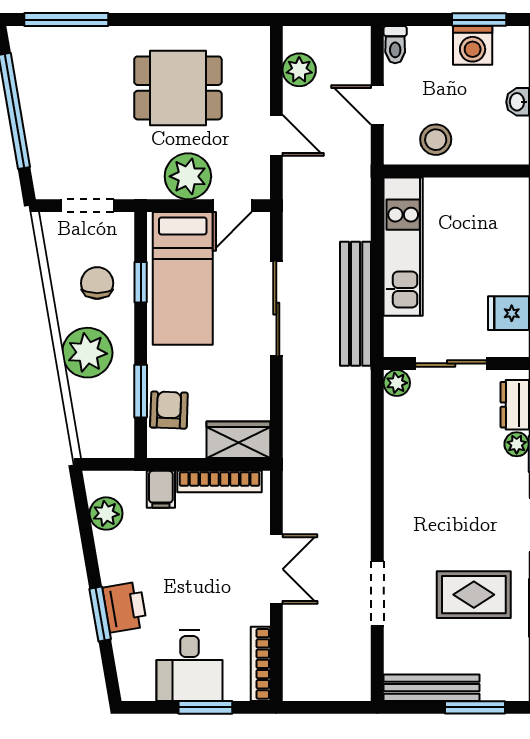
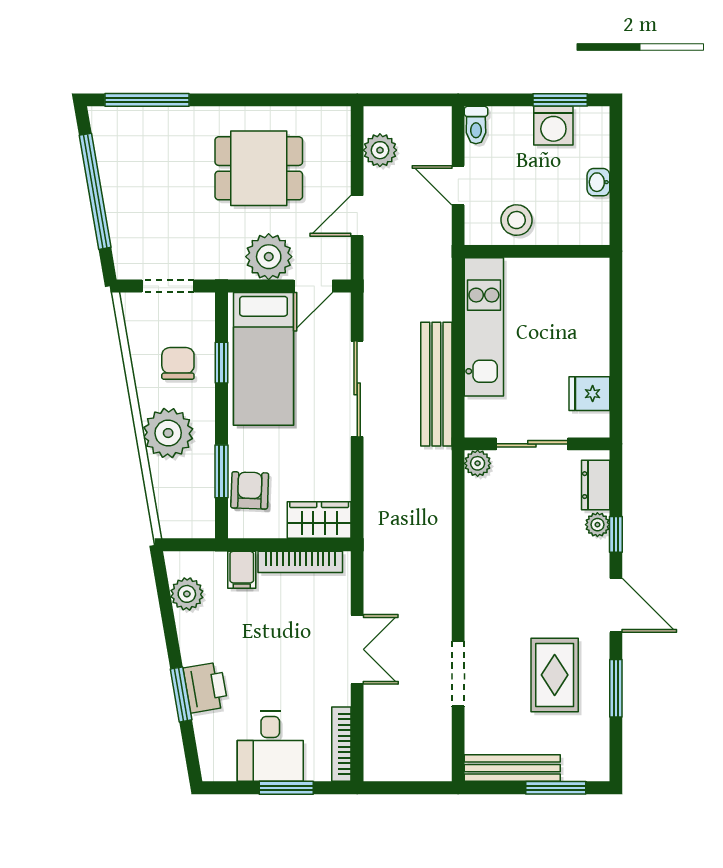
door: (276, 135) -> (357, 216), swing flipped
rug: (474, 595) -> (555, 675), turned 90

